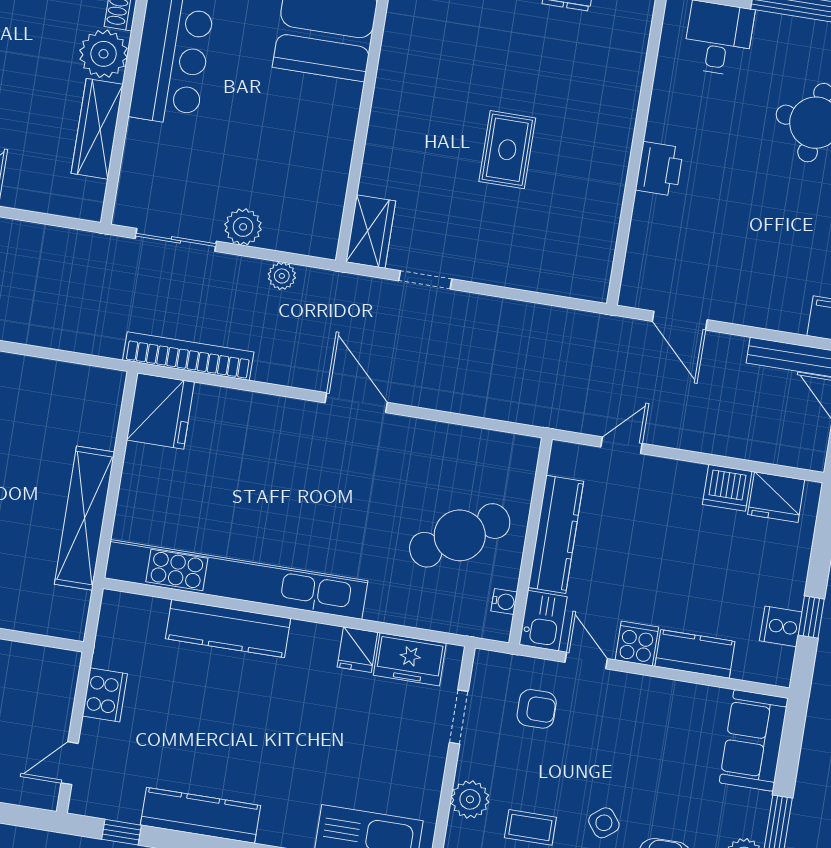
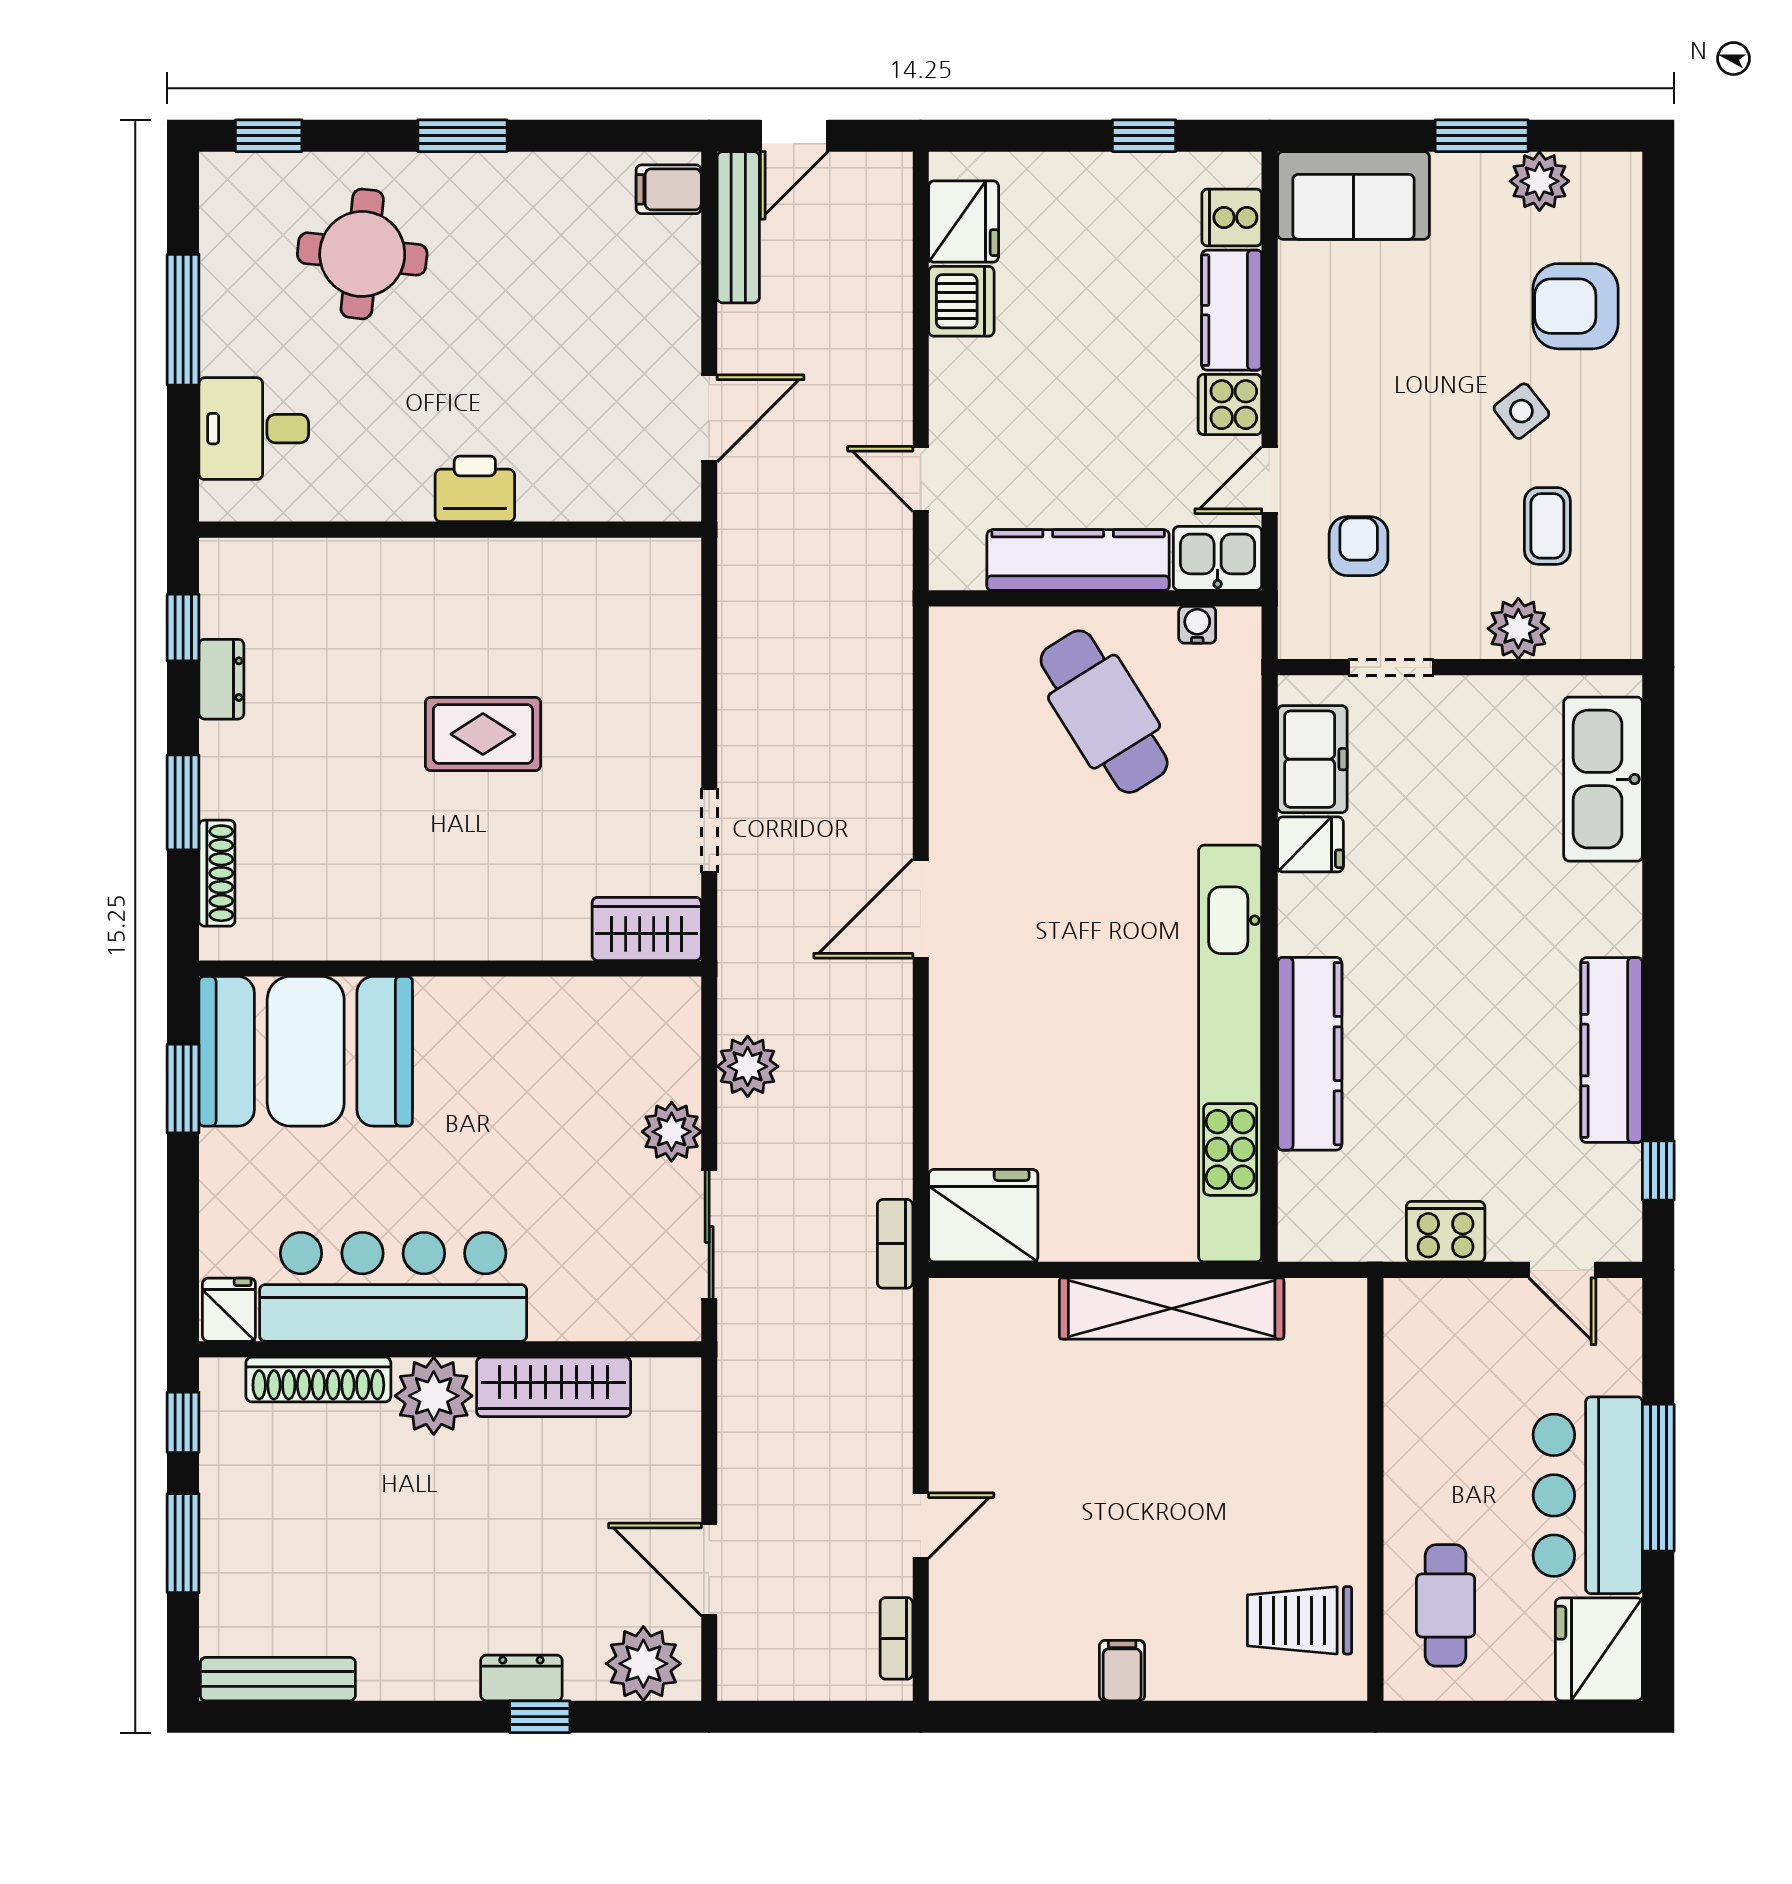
plant: (282, 276) -> (748, 1066), width x1.38, depth x1.38
bookcase: (188, 356) -> (895, 1244), width x0.43, depth x0.76
cooker: (781, 626) -> (1232, 217), moved, turned 90

